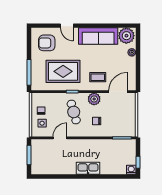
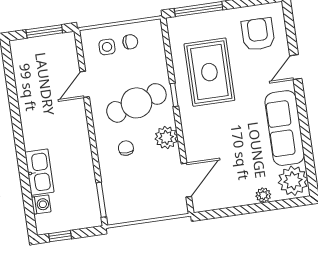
coffee table: (98, 77) -> (208, 138), removed
door: (118, 92) -> (186, 180), hinge flipped
cafe table: (74, 112) -> (136, 103), width x1.37, depth x1.35
door: (60, 138) -> (85, 84), swing flipped
kitchen sink: (88, 168) -> (39, 172), moved
washing machine: (131, 170) -> (41, 204), moved

